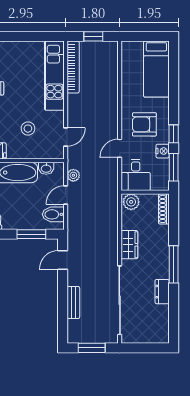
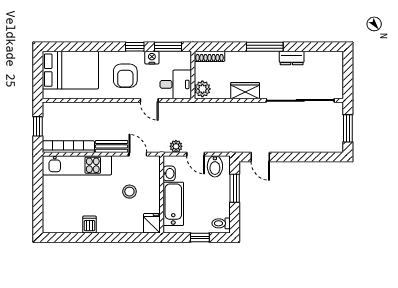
bed: (156, 69) -> (70, 70), width x1.50
bench: (73, 302) -> (112, 146), moved

